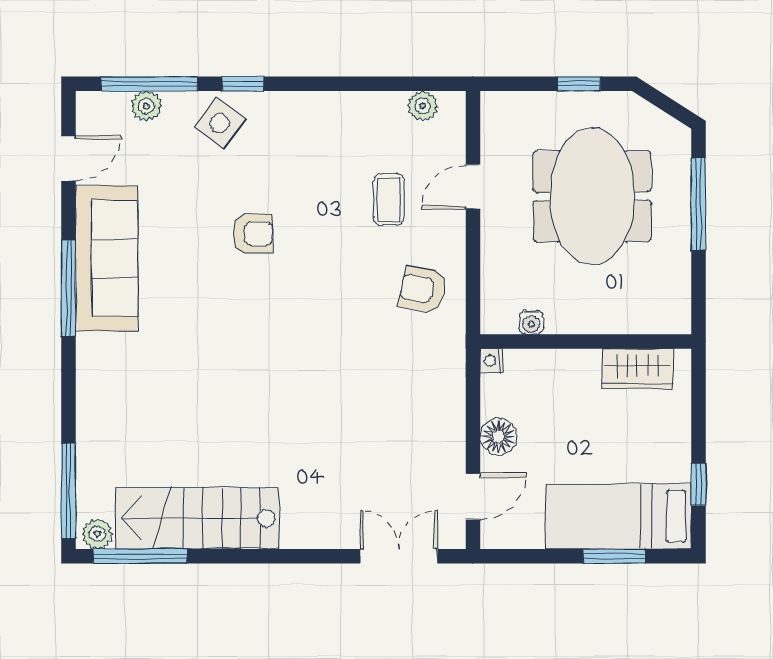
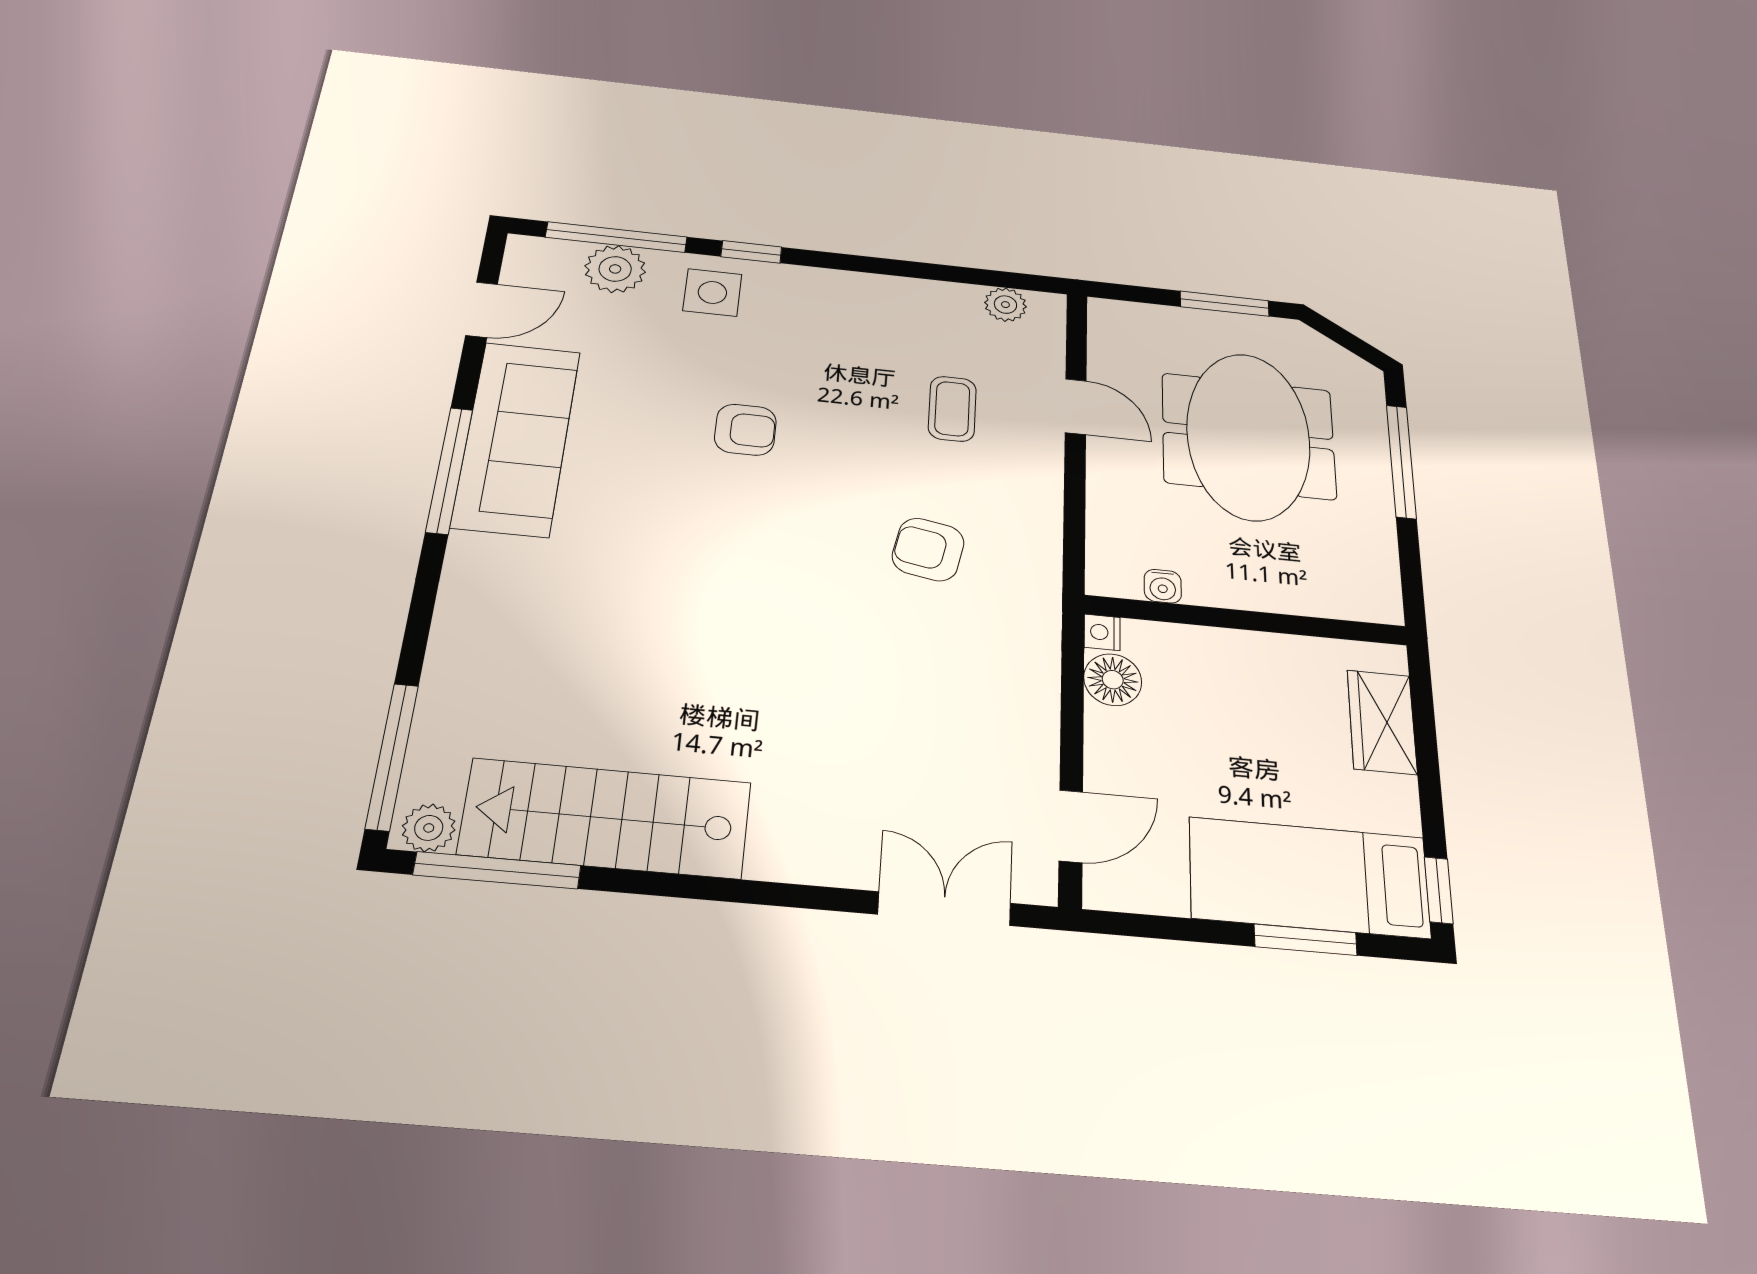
window: (579, 84) -> (1225, 304), width x1.50
plant: (146, 106) -> (615, 269), width x1.38, depth x1.38
side table: (220, 123) -> (712, 292), turned -36
door: (473, 187) -> (1076, 407), swing flipped
armchair: (423, 290) -> (928, 549), moved
wardrobe: (638, 369) -> (1382, 722), moved, turned 90
floor lamp: (498, 437) -> (1113, 680), moved
window: (698, 485) -> (1439, 890), moved

